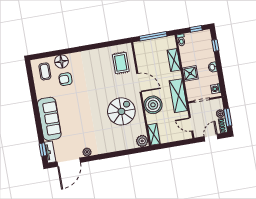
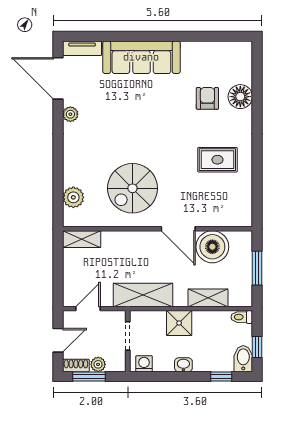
bidet: (204, 35) -> (243, 359), added
window: (153, 36) -> (257, 268), width x0.69
rug: (121, 63) -> (217, 160), moved
coffee table: (45, 71) -> (228, 64), removed
door: (139, 83) -> (178, 229), hinge flipped
boiler: (153, 105) -> (212, 247), moved
spiral stairs: (121, 111) -> (132, 188), turned 90
door: (211, 138) -> (58, 340), hinge flipped
plant: (142, 141) -> (73, 197), moved
window: (43, 150) -> (89, 36), removed

